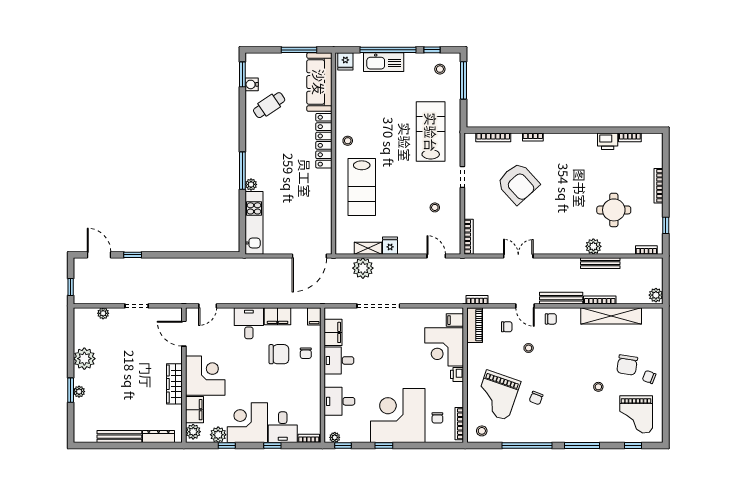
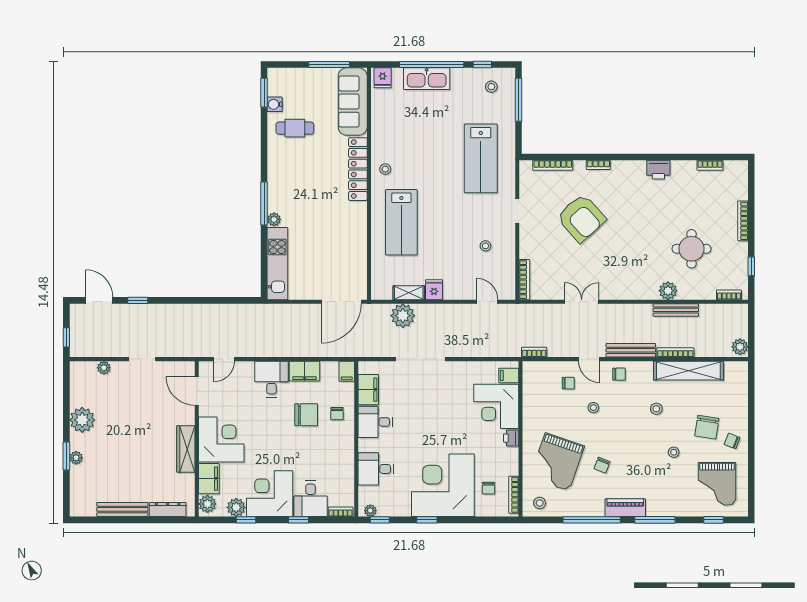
cafe table: (269, 105) -> (295, 128), turned 34
lab bench: (431, 132) -> (481, 158), turned 180
printer: (608, 141) -> (658, 170), moved
piano: (475, 325) -> (625, 508), moved, turned -90
stool: (583, 349) -> (656, 409), added

